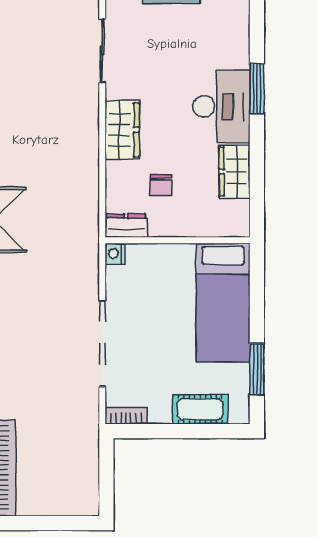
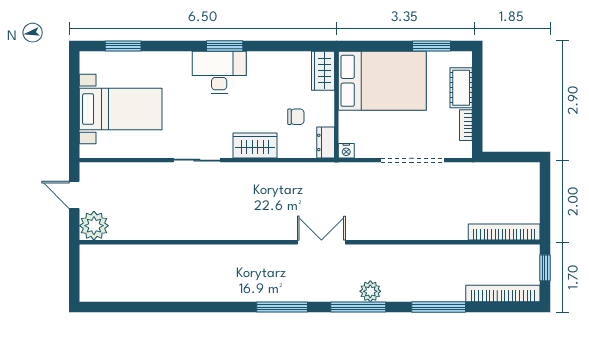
desk: (221, 106) -> (219, 72), moved
wardrobe: (235, 172) -> (323, 71), moved, turned 90
bed: (223, 303) -> (382, 81), width x1.50
bookcase: (126, 416) -> (466, 125), moved

